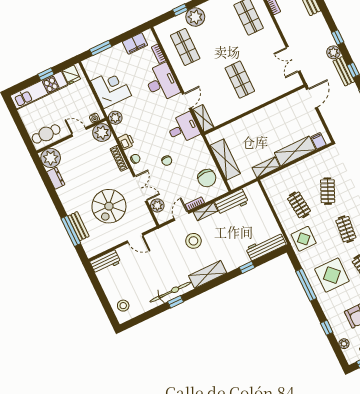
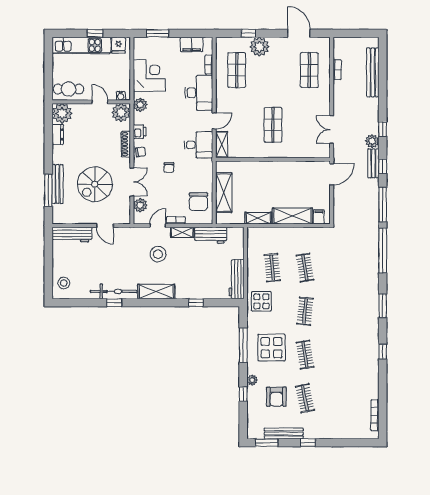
clothes rail: (328, 191) -> (305, 268), turned -33
bench: (78, 226) -> (58, 184), width x1.36
workbench: (266, 246) -> (237, 279), moved, turned -90
workbench: (105, 262) -> (72, 234), width x1.37
plant: (344, 344) -> (252, 380), moved

